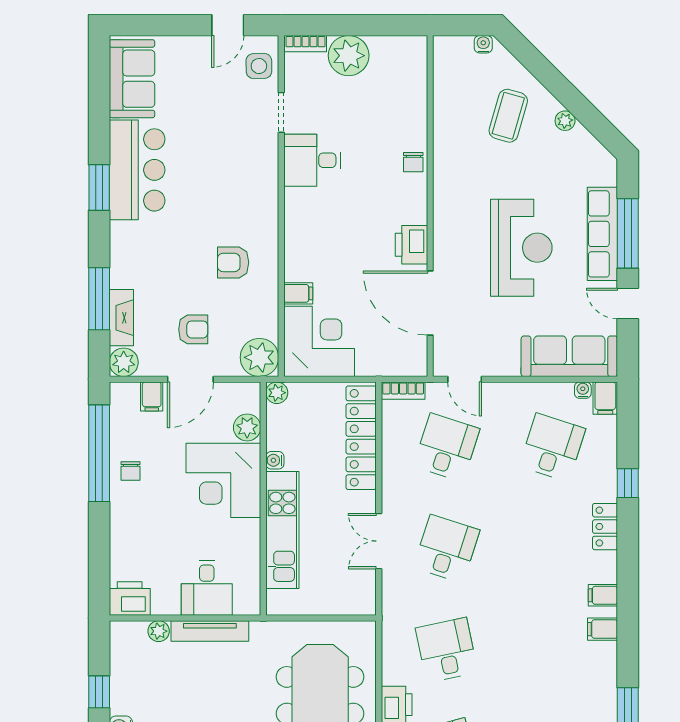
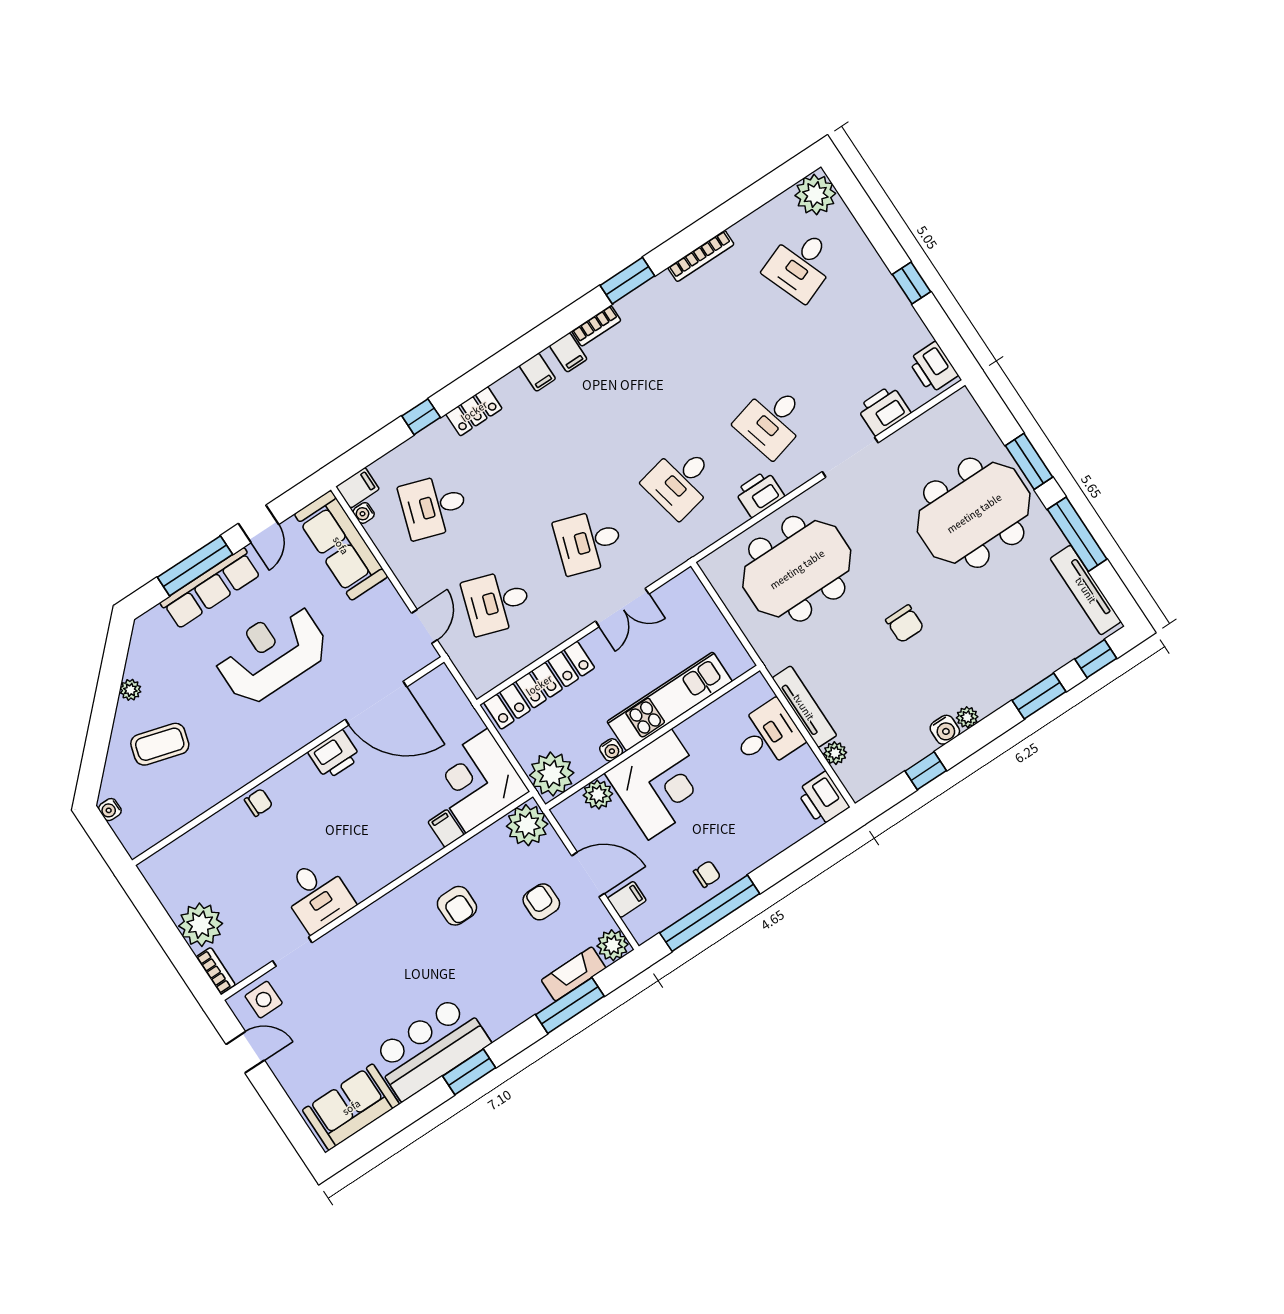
door: (430, 303) -> (376, 703), hinge flipped
bookcase: (403, 391) -> (596, 326), moved, turned 90
plant: (277, 393) -> (552, 774), width x1.87, depth x1.87

